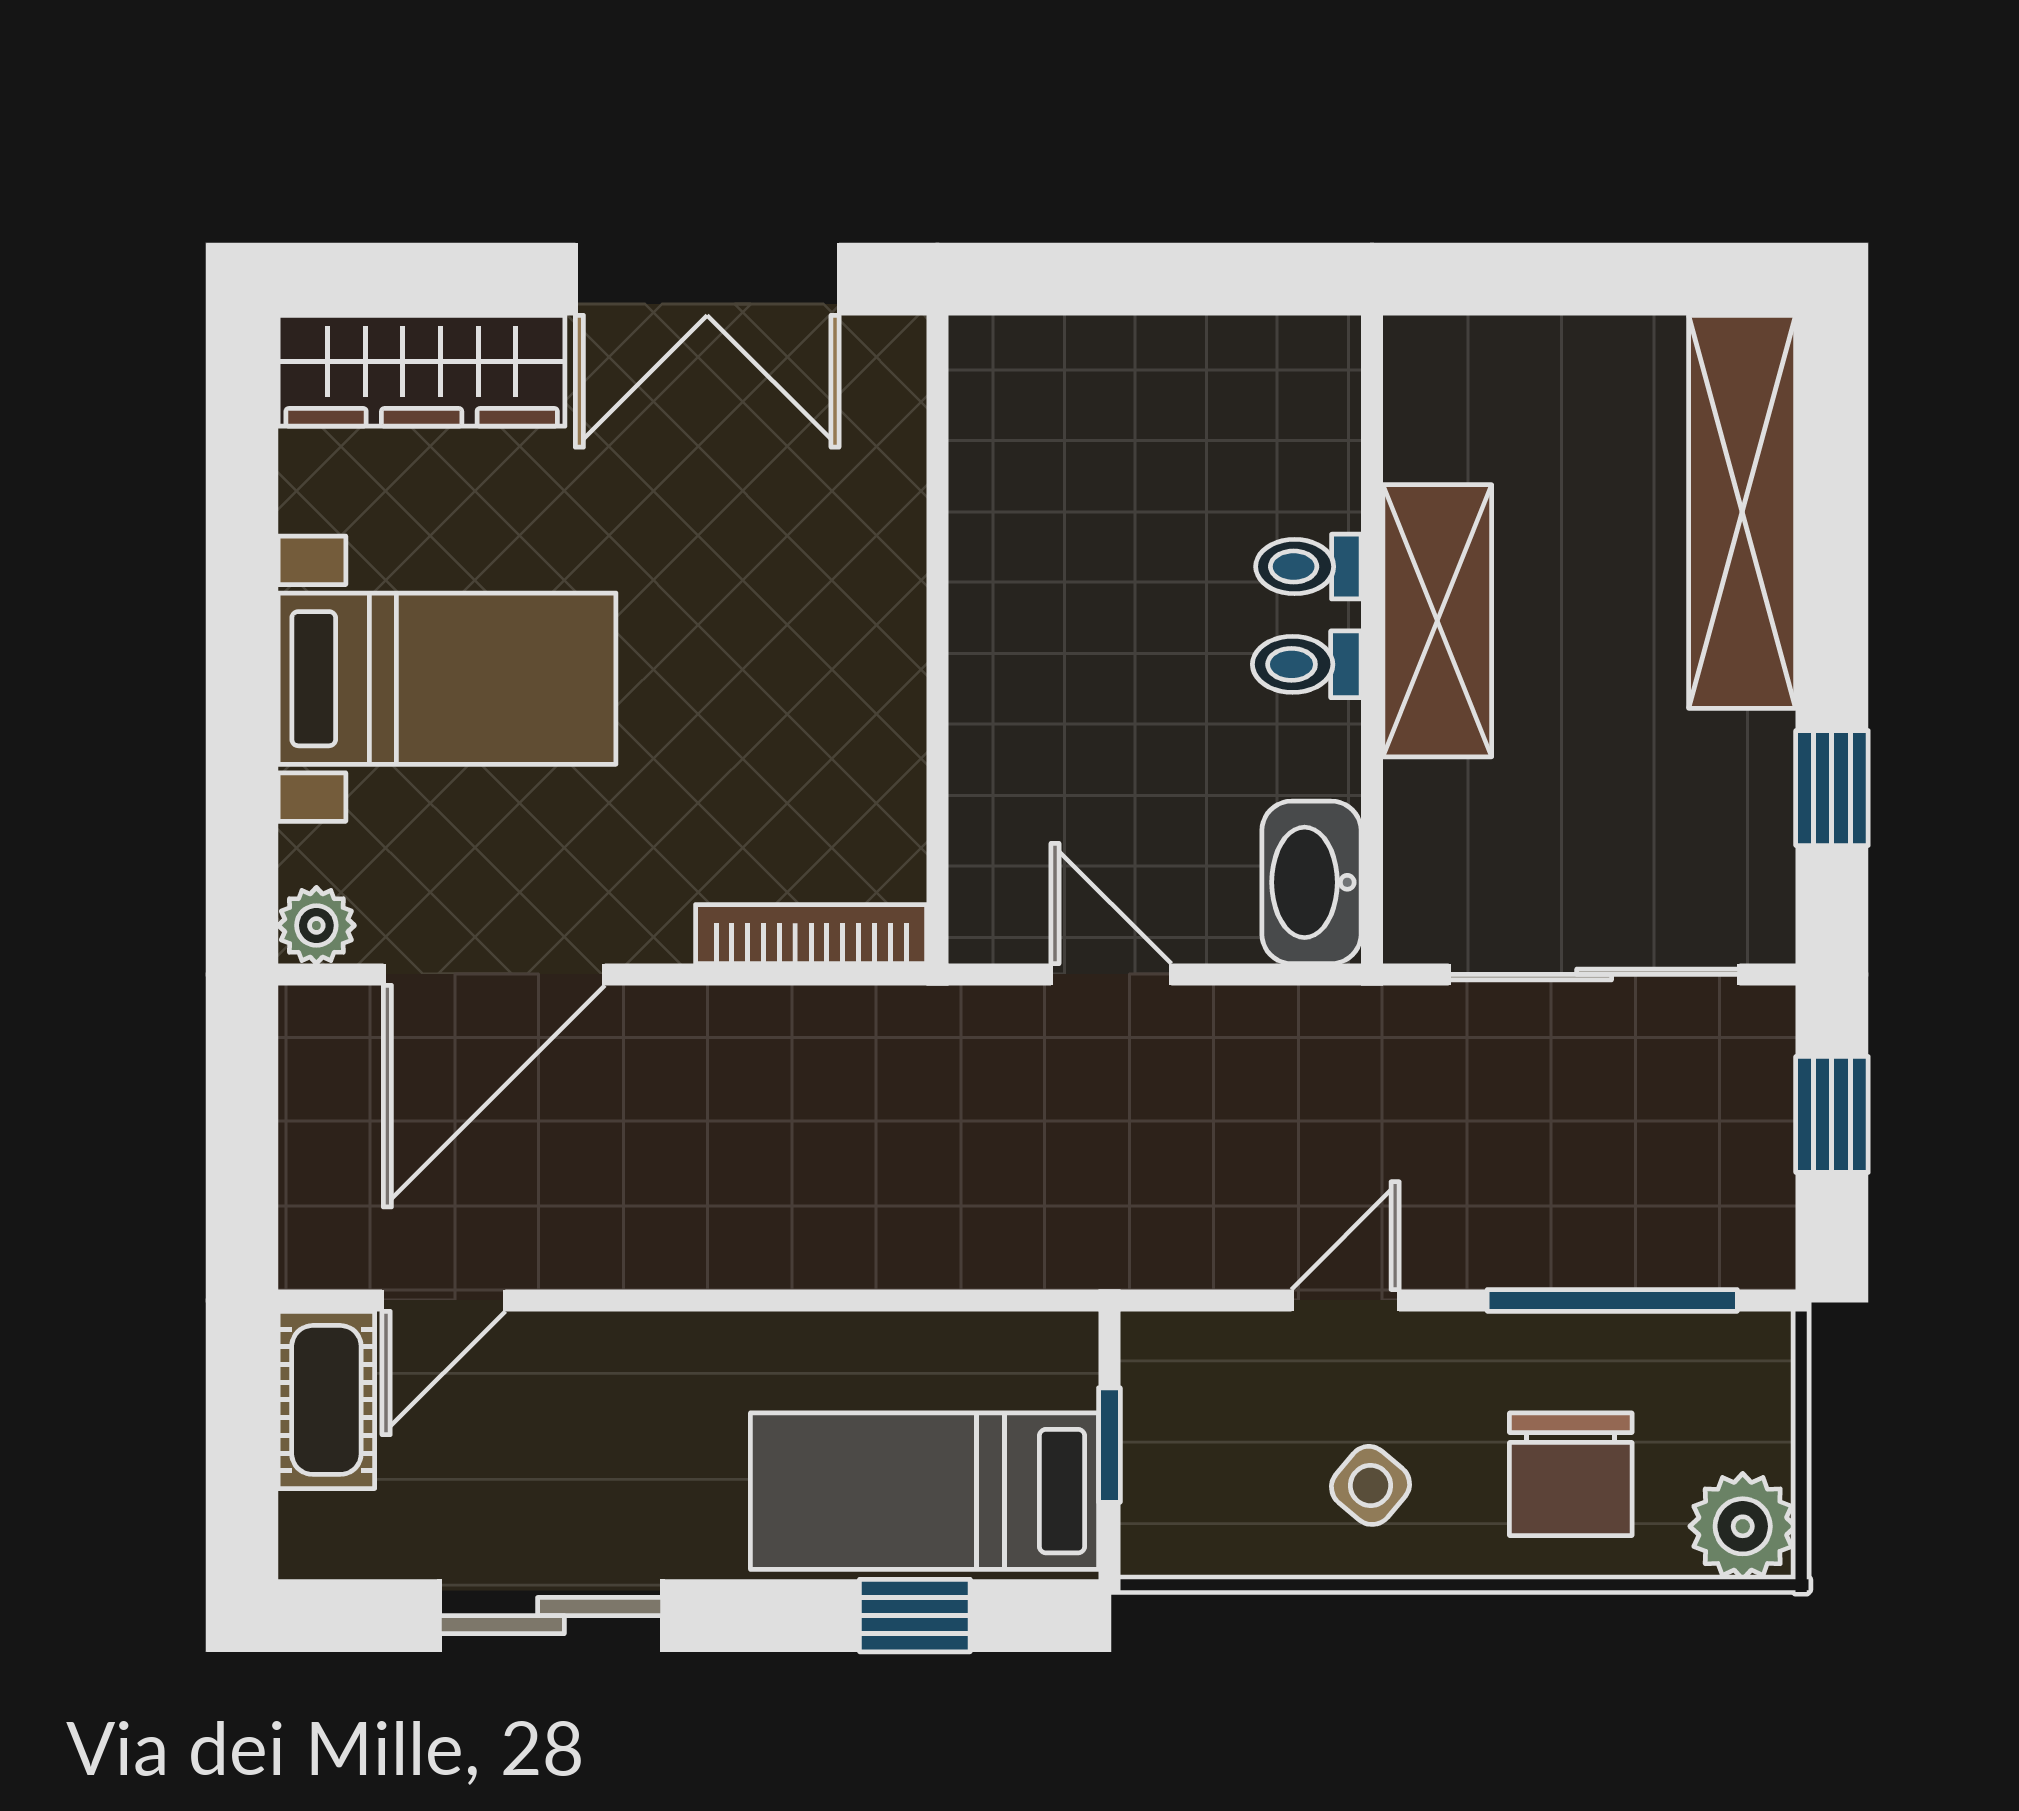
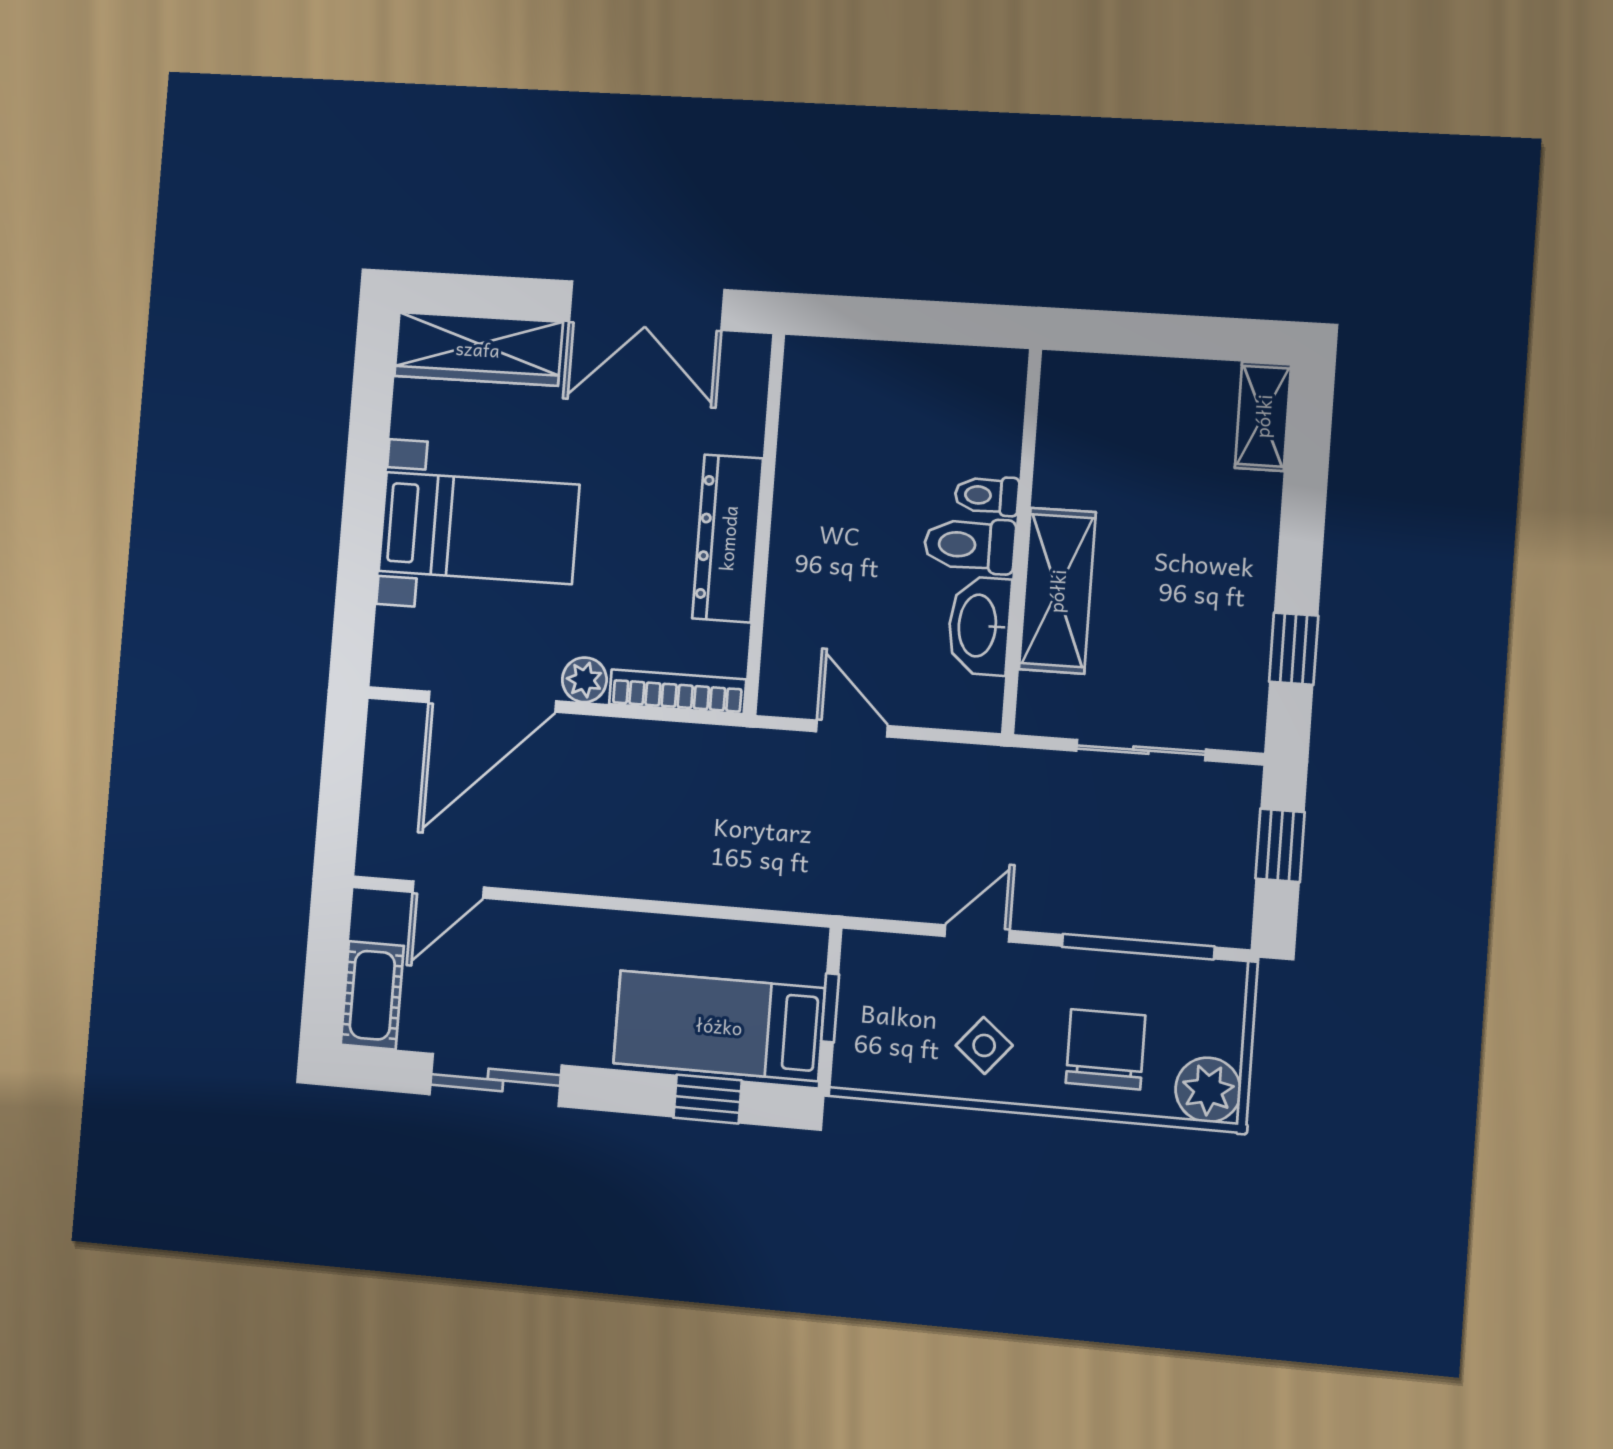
shelving: (1742, 512) -> (1263, 416), width x0.45, depth x0.75
shelving: (1437, 621) -> (1057, 591), moved
toilet: (1307, 664) -> (970, 545), width x1.37, depth x1.39
dresser: (877, 668) -> (728, 538), added
washbasin: (1311, 882) -> (979, 626), moved
plant: (316, 925) -> (584, 680), moved
sliding door: (1594, 974) -> (1141, 750), width x0.73
cot: (326, 1400) -> (372, 995), moved
chair: (1571, 1474) -> (1106, 1049), turned 180

